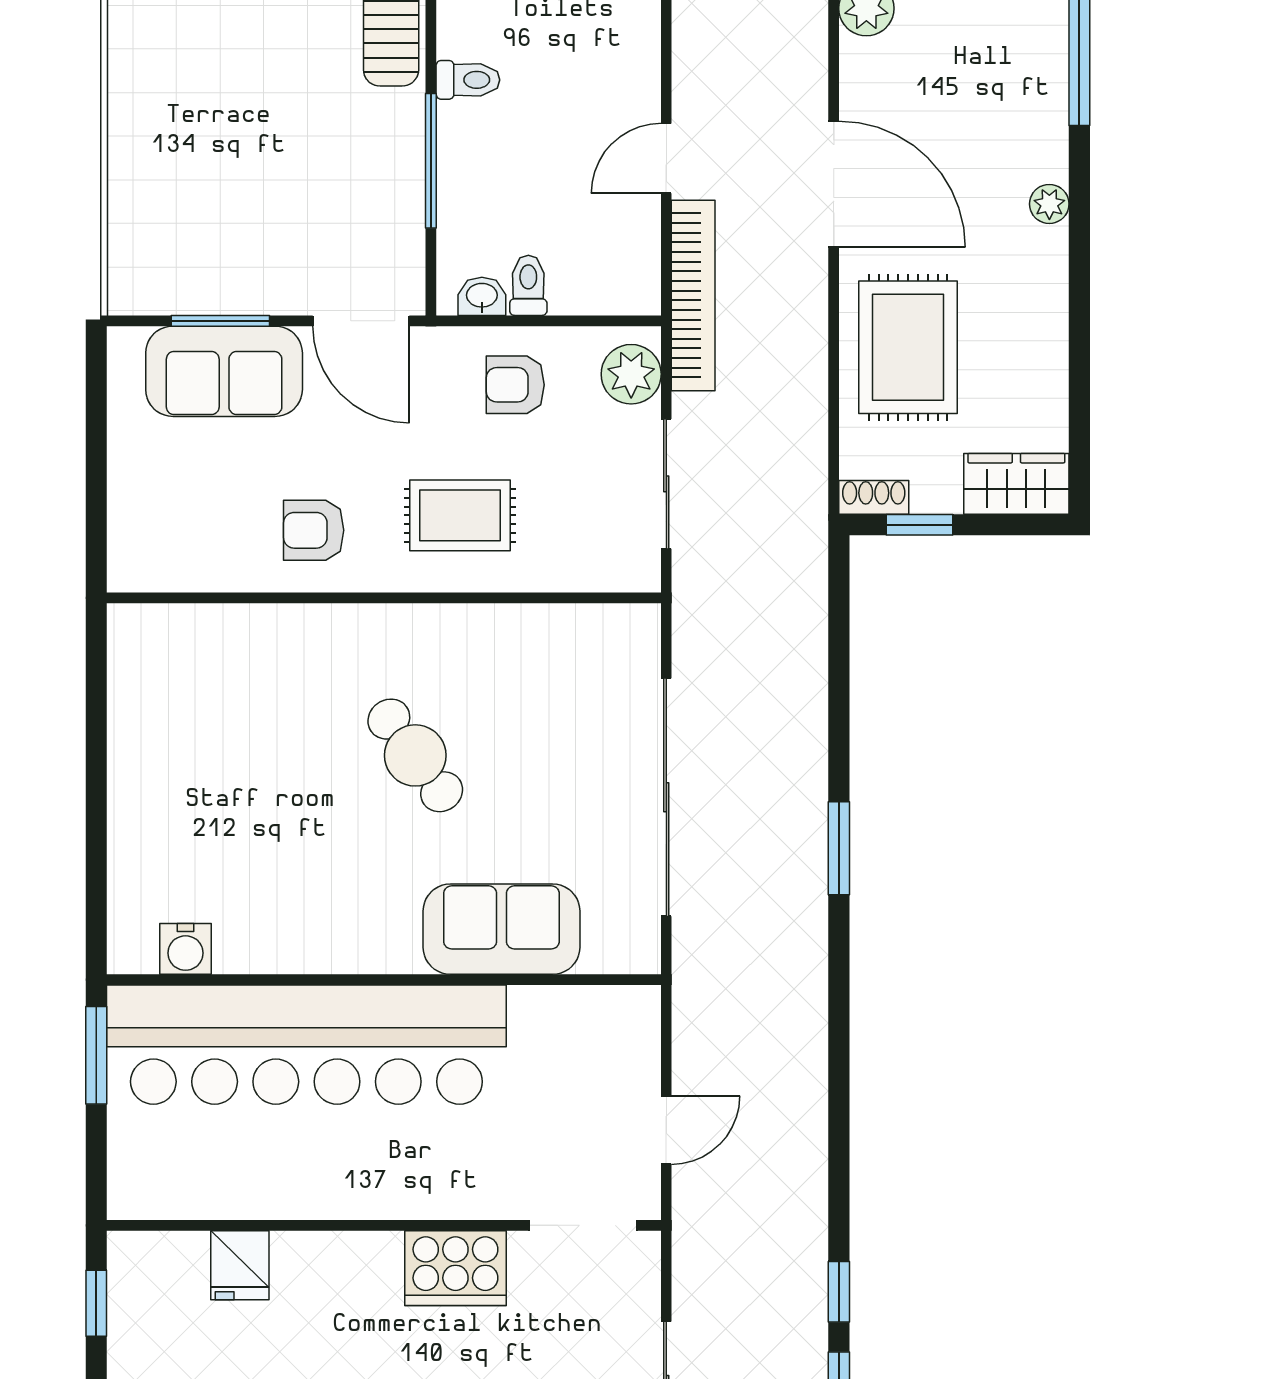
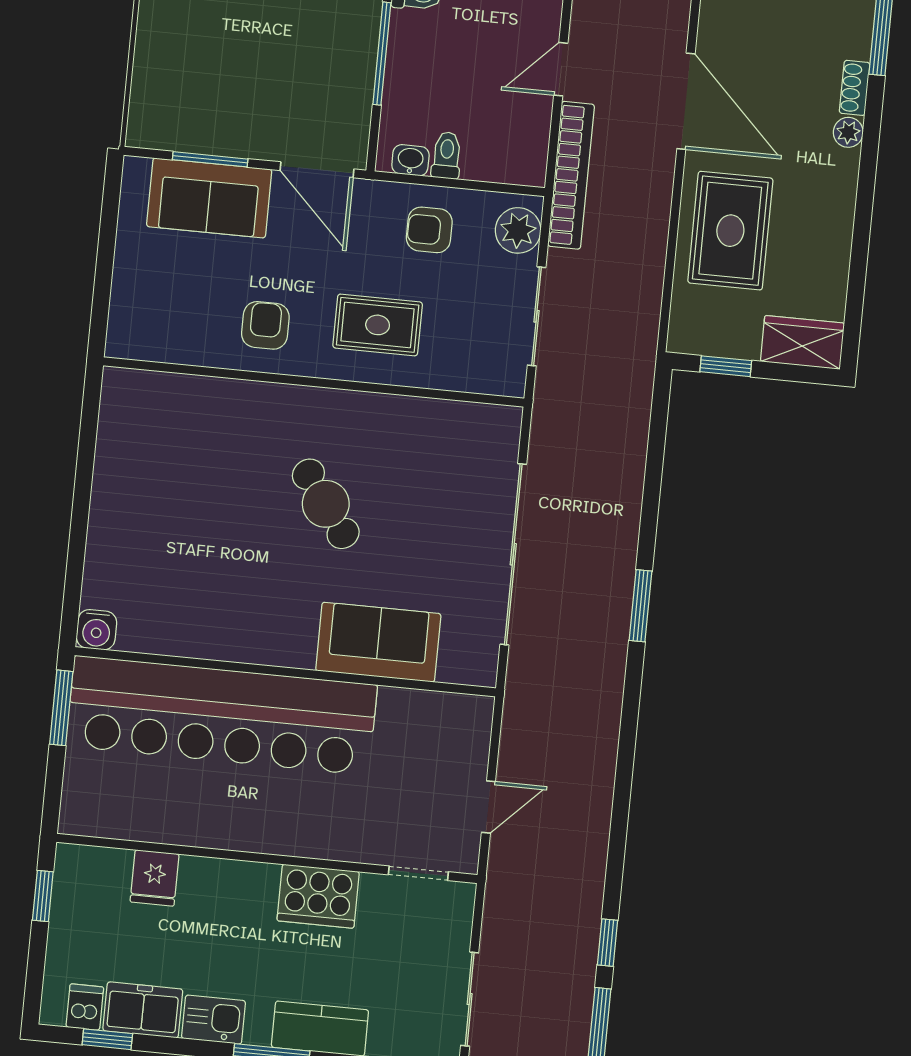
shoe rack: (874, 497) -> (855, 88), moved, turned -90
armchair: (314, 530) -> (265, 325), turned 90
water cooler: (186, 949) -> (96, 630), moved
doorway: (583, 1225) -> (418, 873), width x0.73

